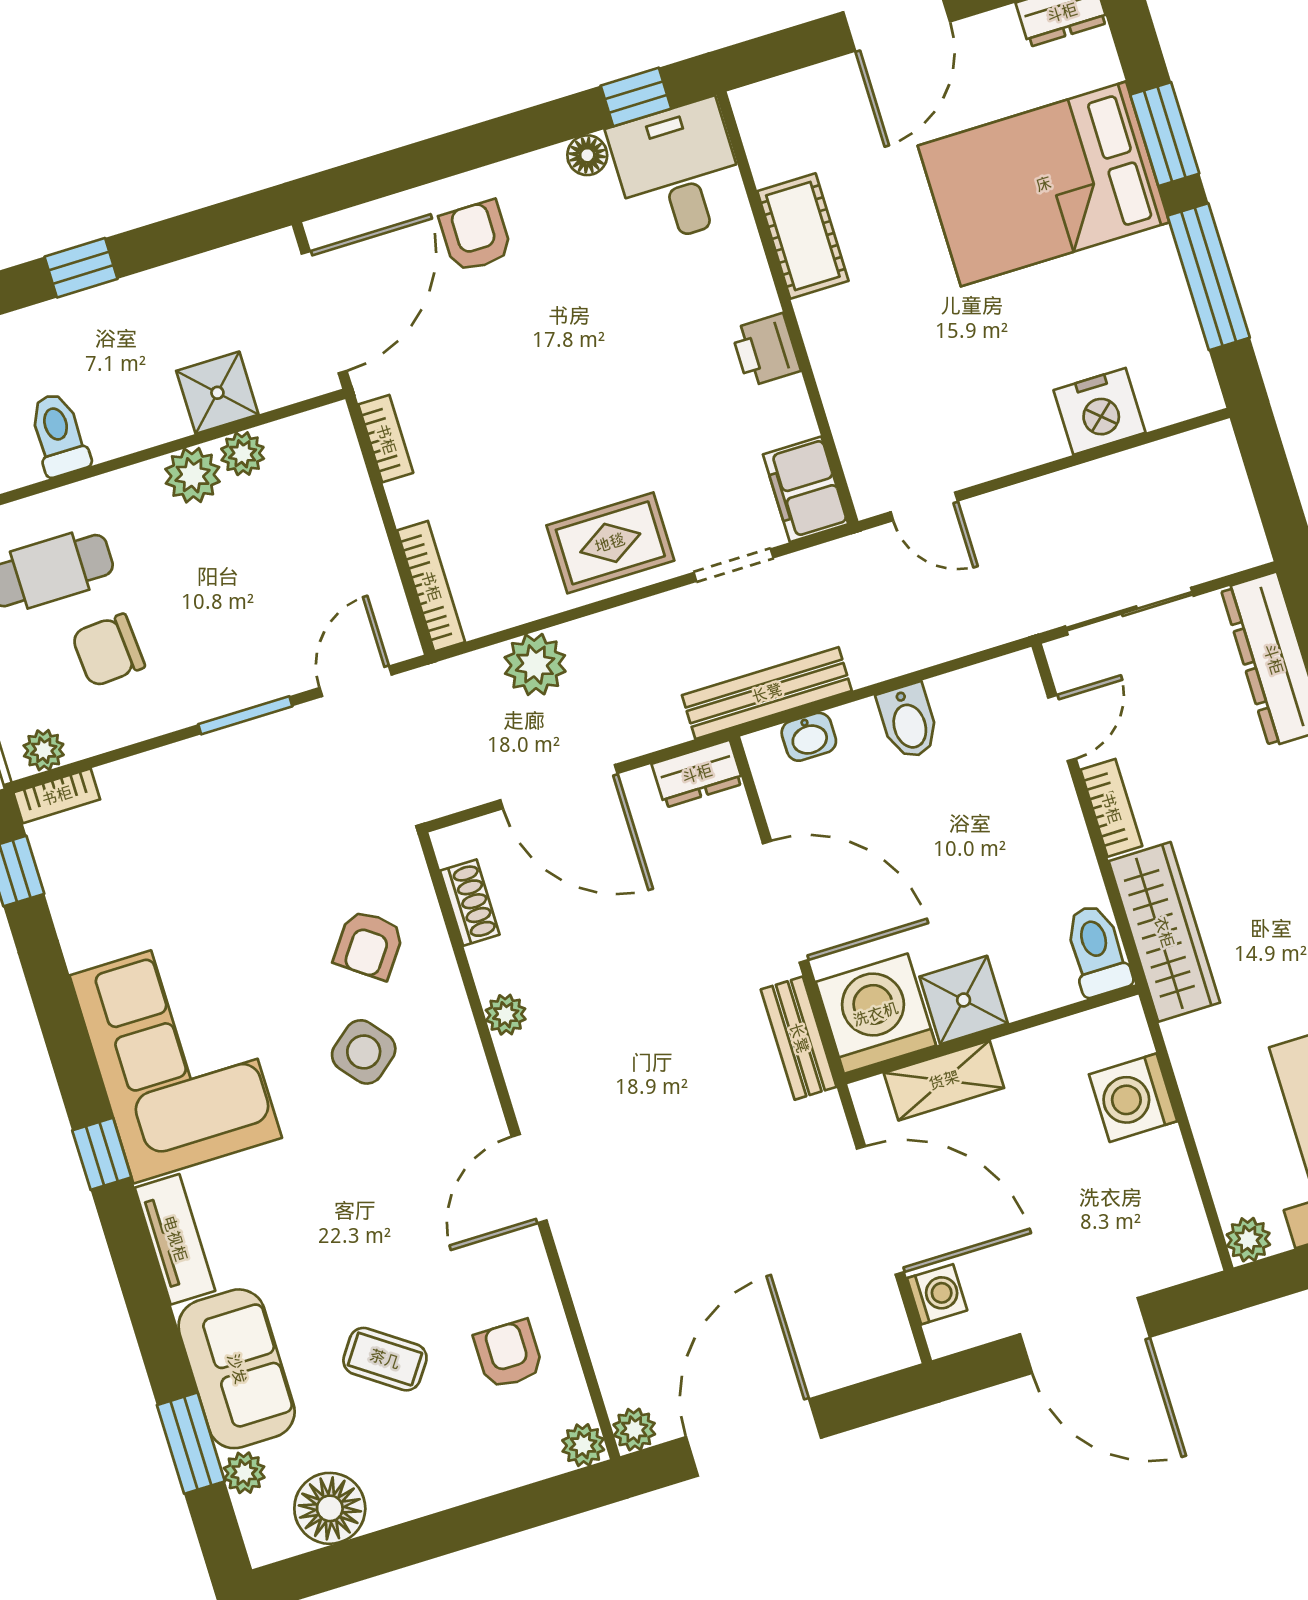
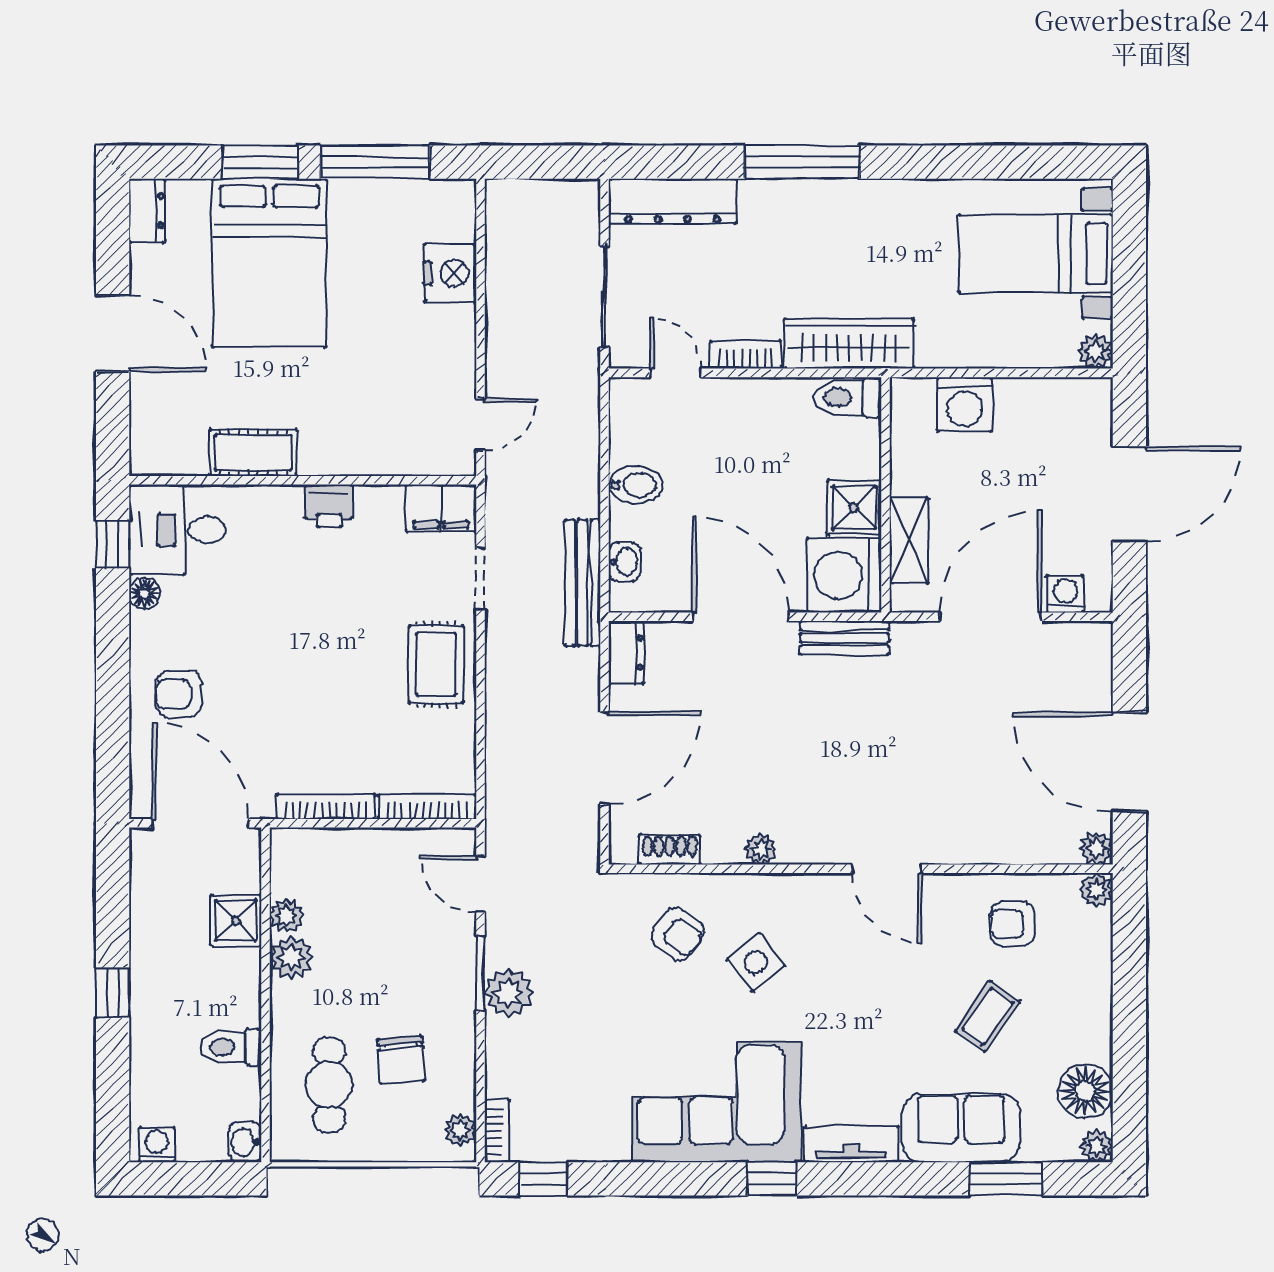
bookcase: (386, 439) -> (326, 807), width x1.56
plant: (535, 664) -> (509, 993), moved
door: (785, 902) -> (741, 617), hinge flipped
plant: (244, 1473) -> (1097, 1146), moved

